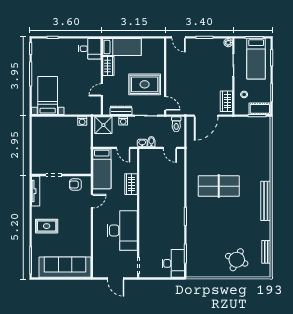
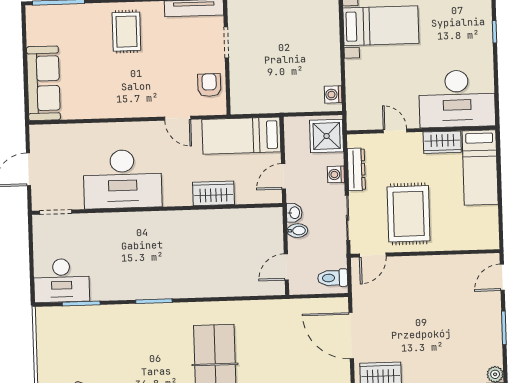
desk: (90, 49) -> (457, 99), width x1.87, depth x1.30
sofa: (65, 267) -> (43, 83), width x0.74, depth x0.79

